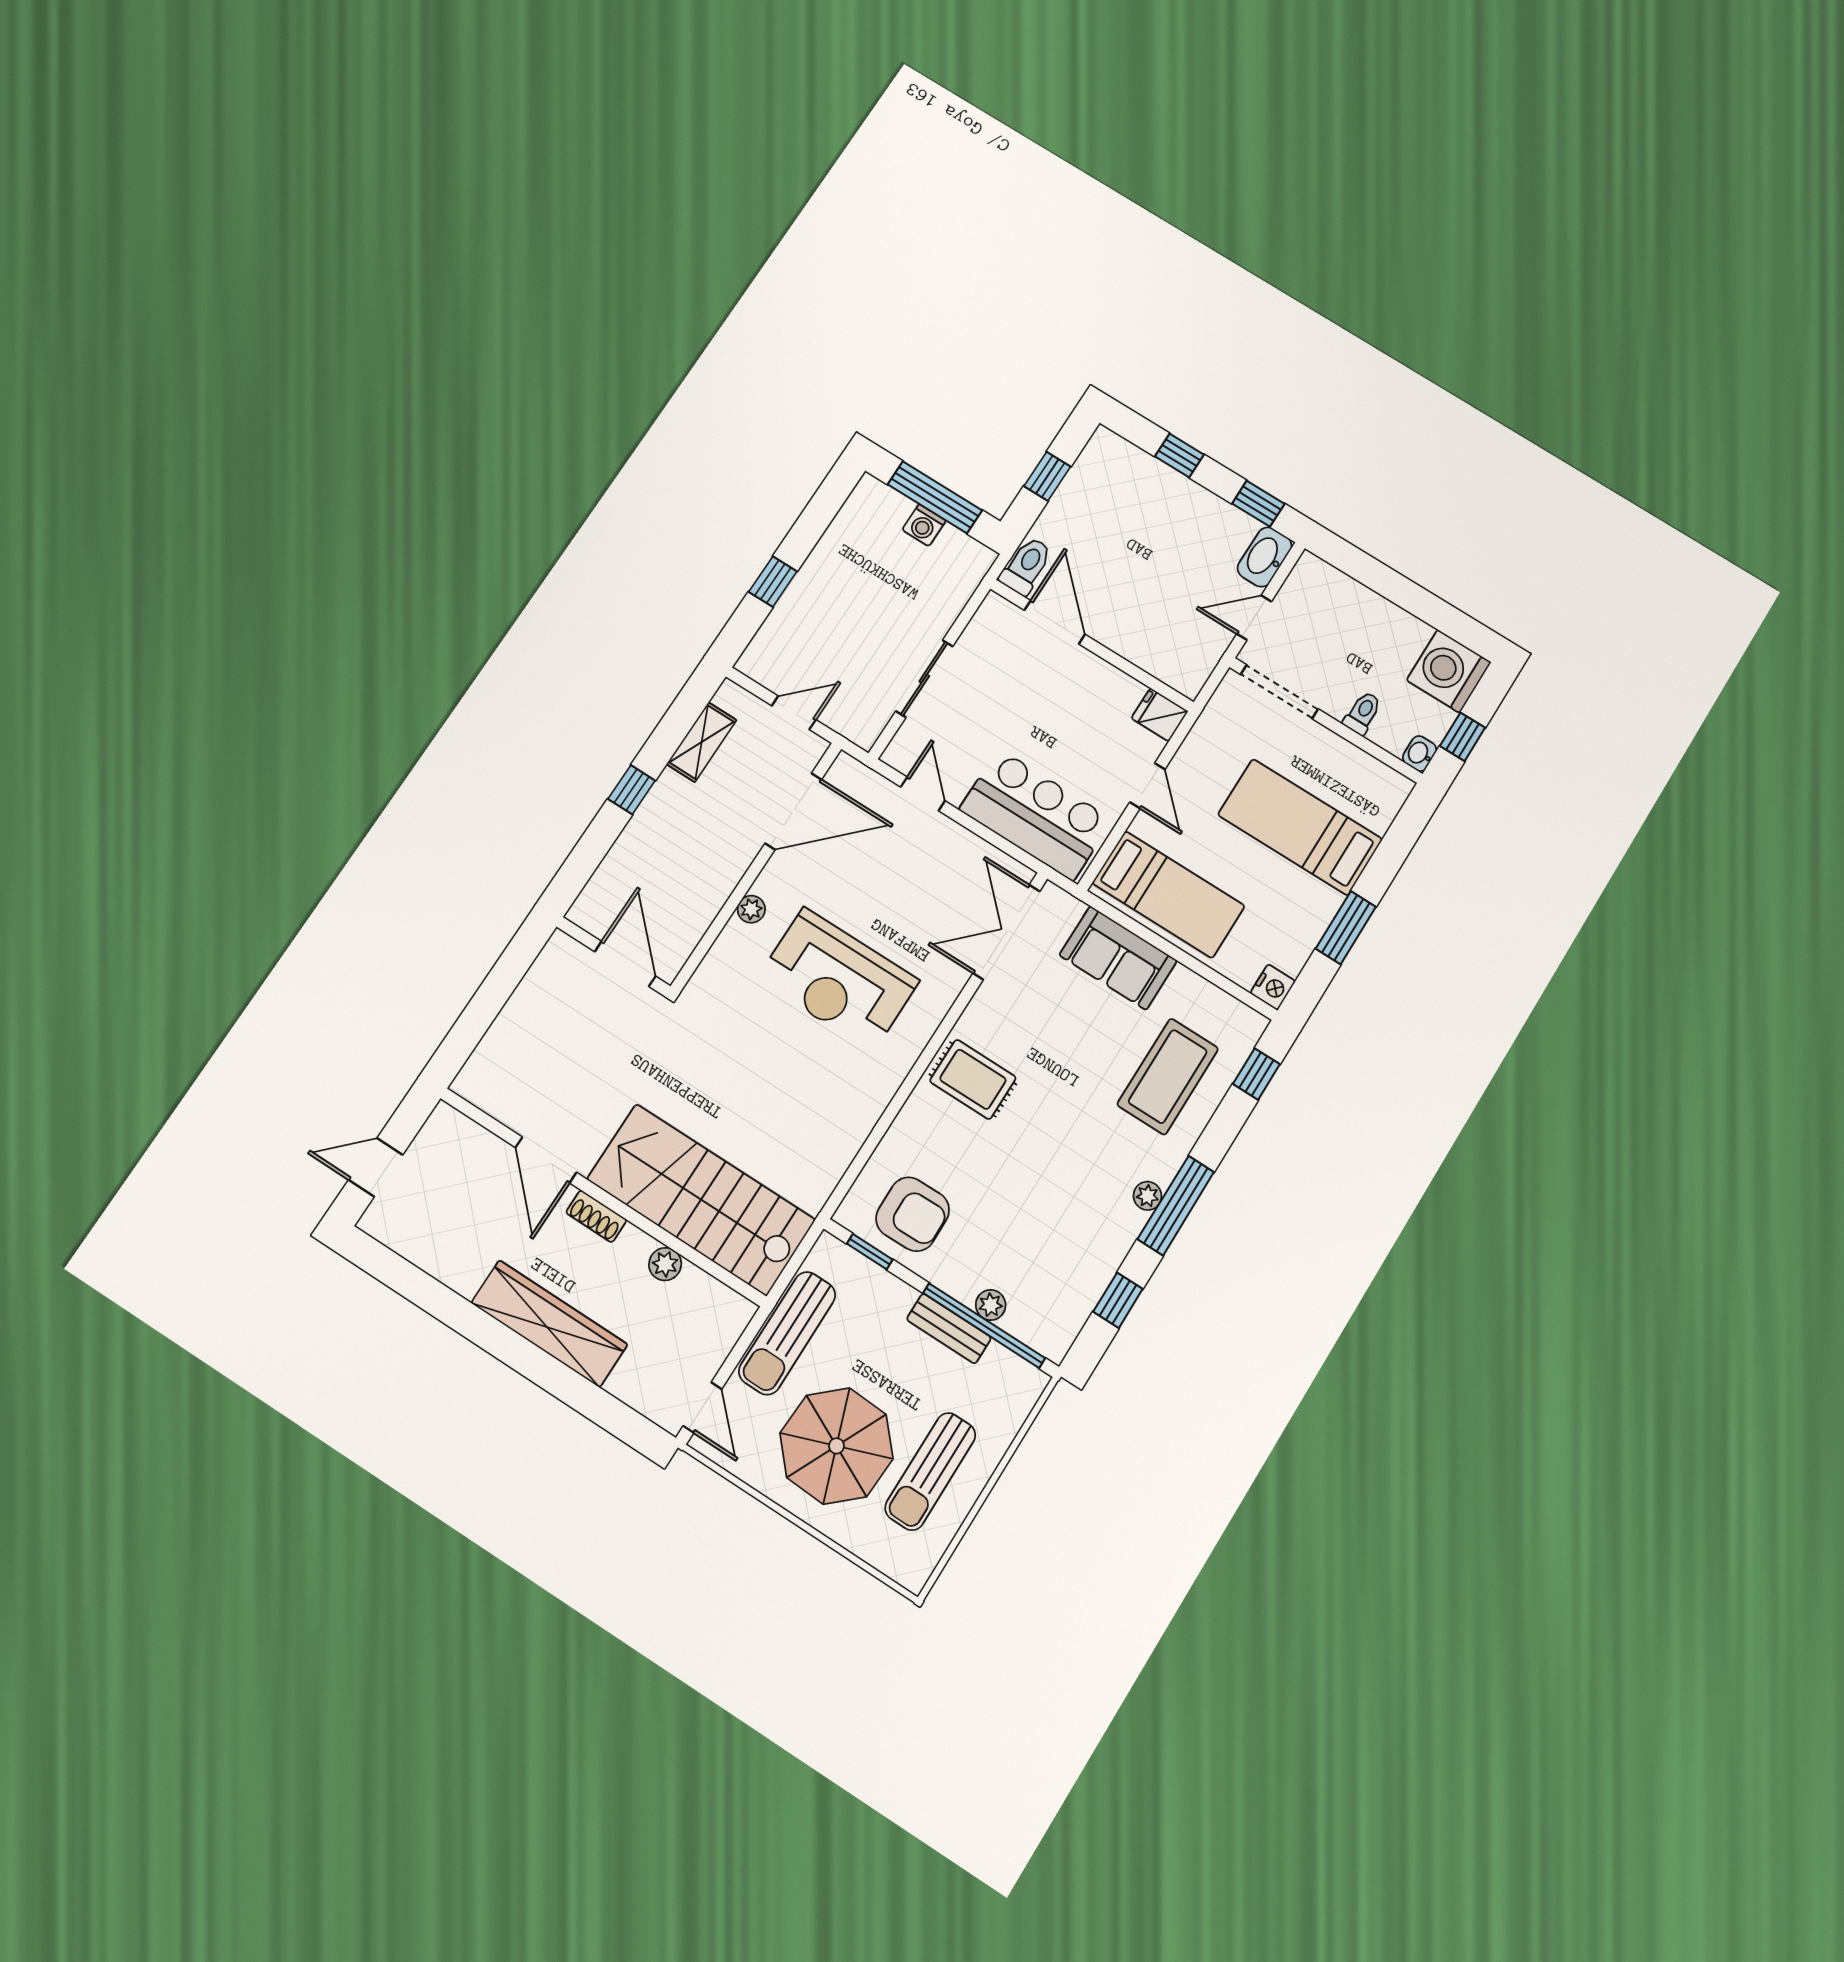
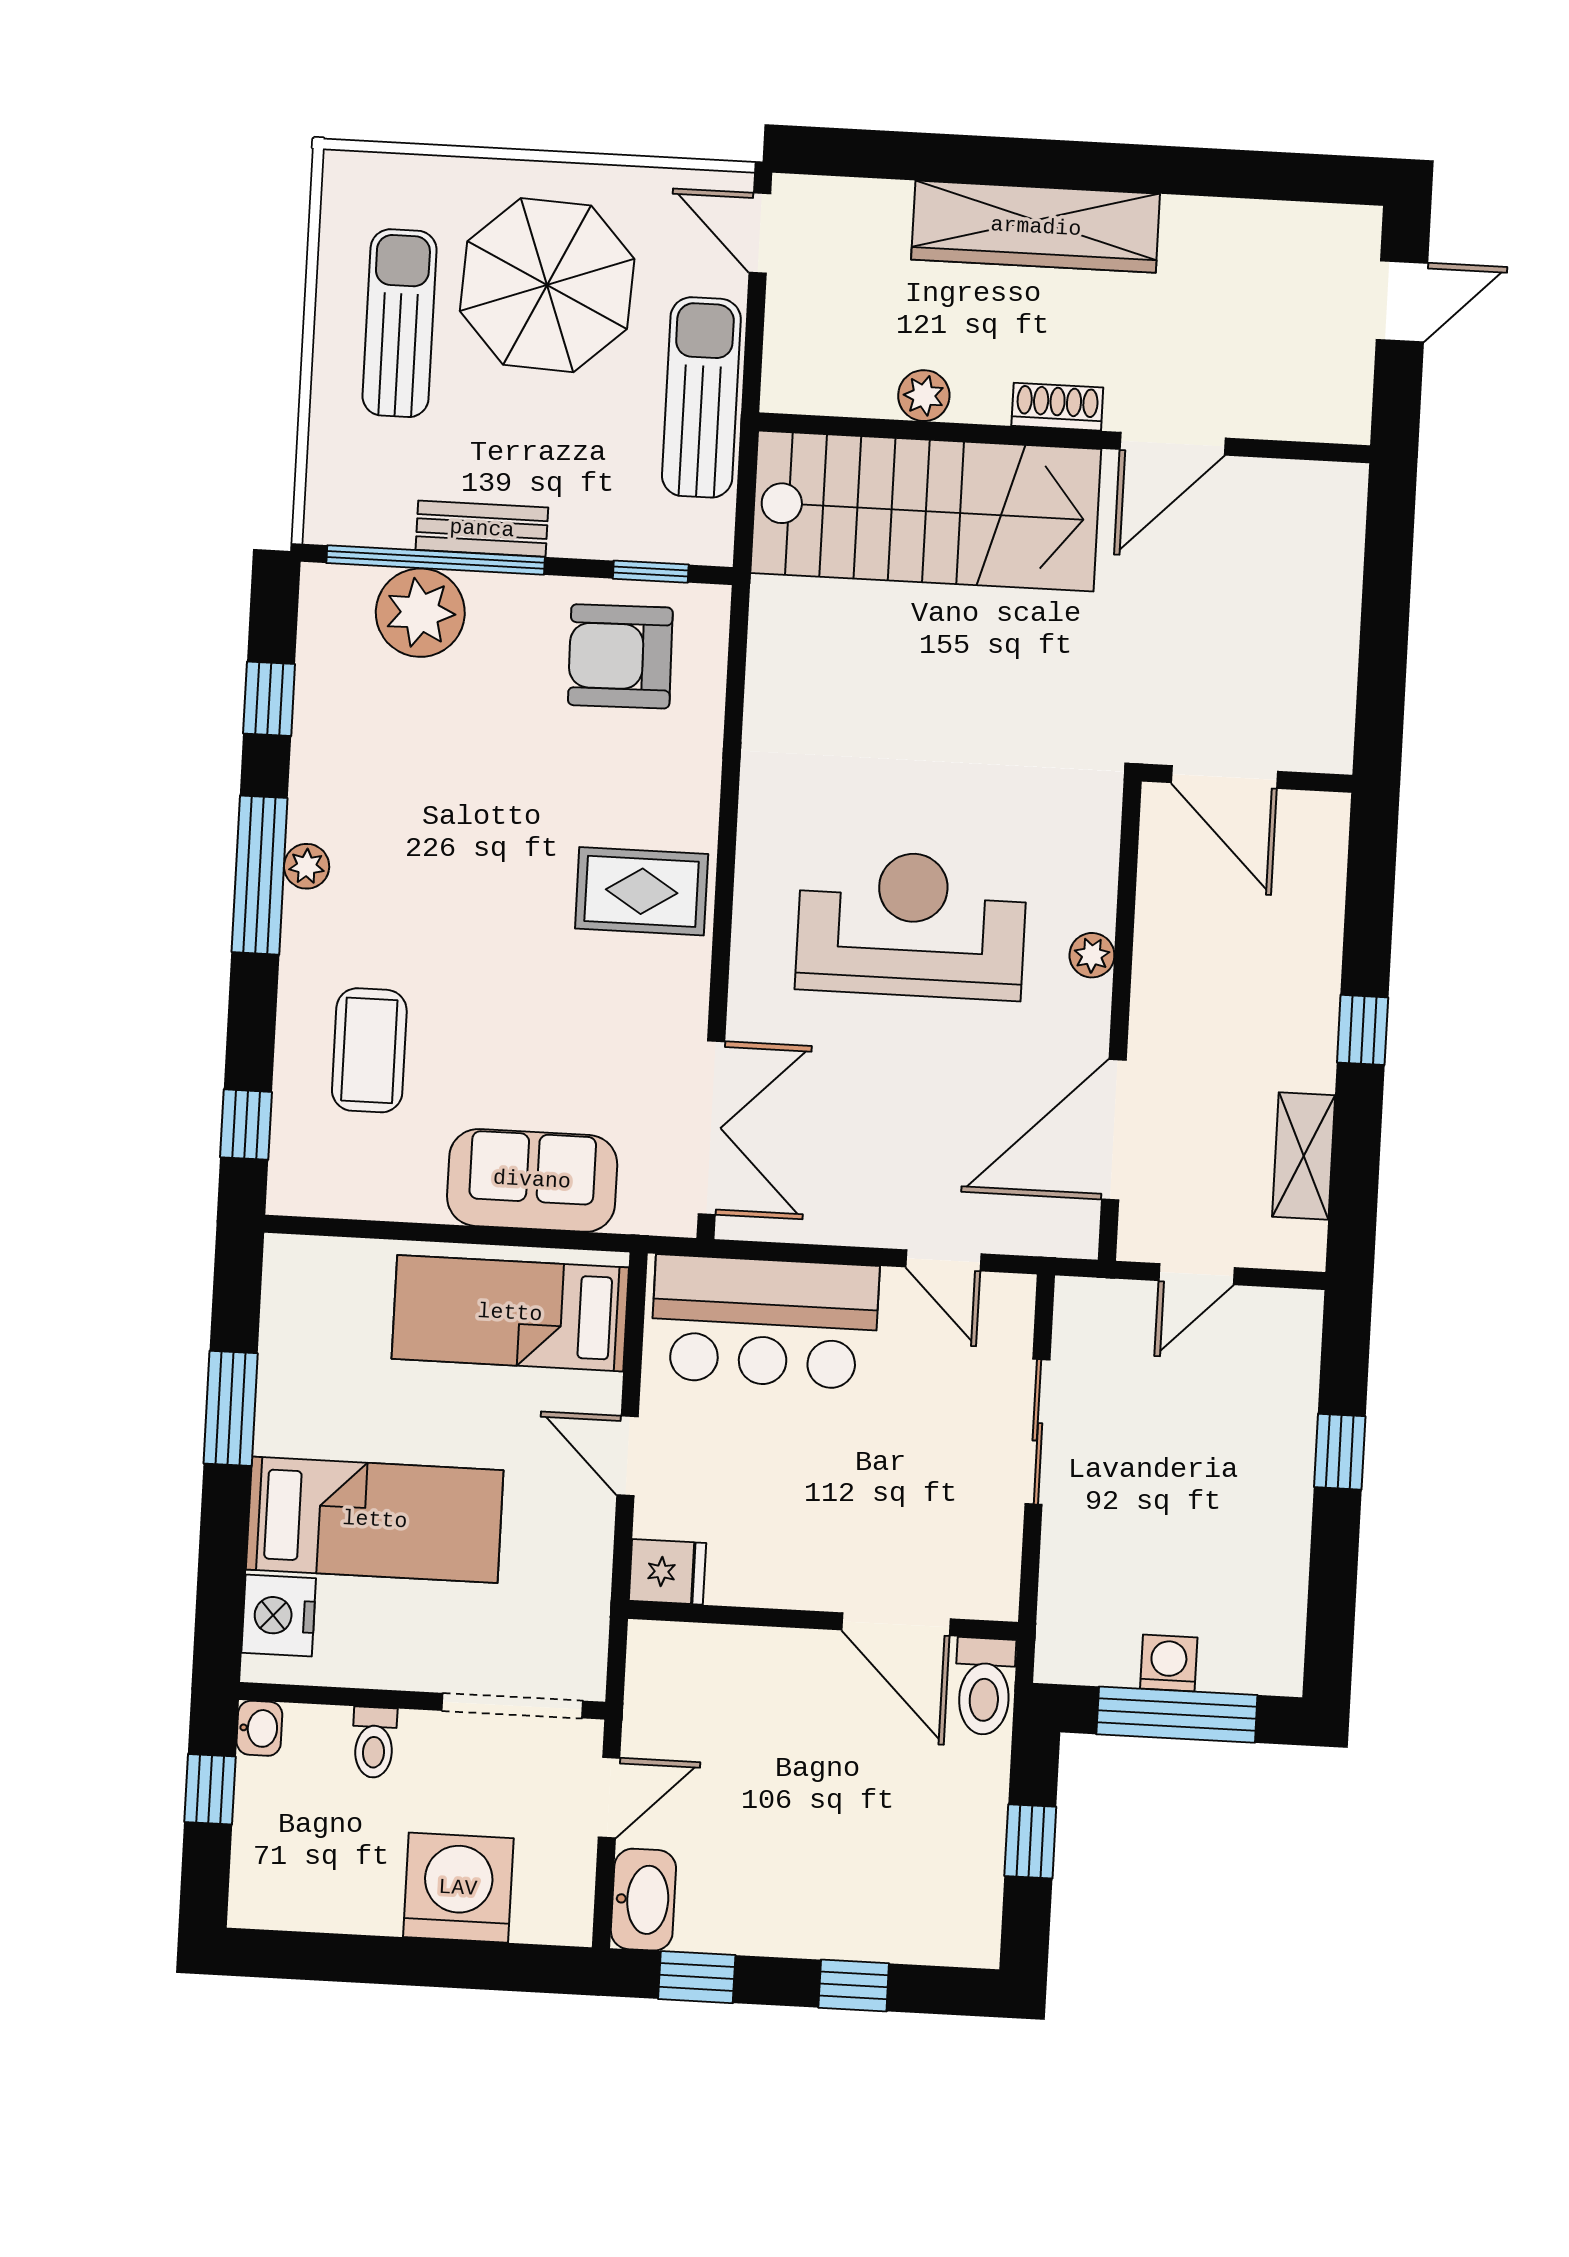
washing machine: (1449, 671) -> (458, 1888), moved, turned -90
nightstand: (1273, 987) -> (279, 1615), moved, width x1.36, depth x1.33
coffee table: (1168, 1077) -> (369, 1050), width x0.73, depth x0.76
door: (546, 1160) -> (1173, 444), swing flipped
plant: (991, 1305) -> (420, 613), width x1.88, depth x1.88

